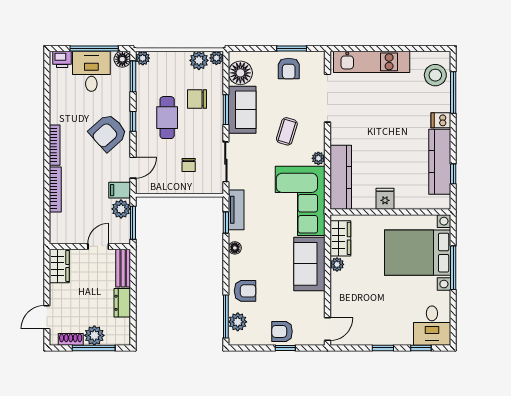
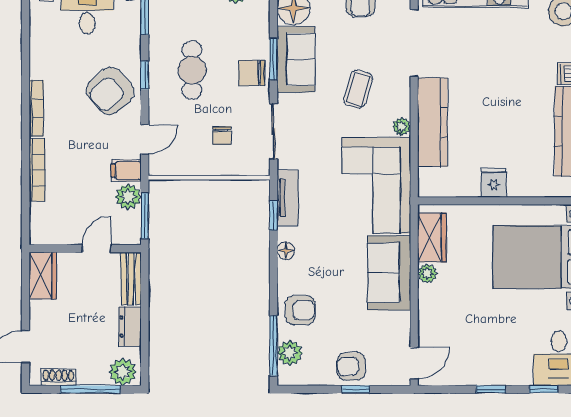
chair: (197, 99) -> (252, 73), moved
kitchen counter: (341, 177) -> (433, 122), moved
plant: (94, 335) -> (123, 372), moved

